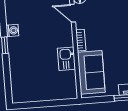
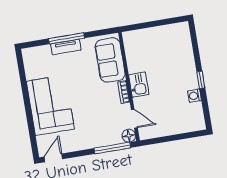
kitchen sink: (66, 59) -> (139, 85), moved

